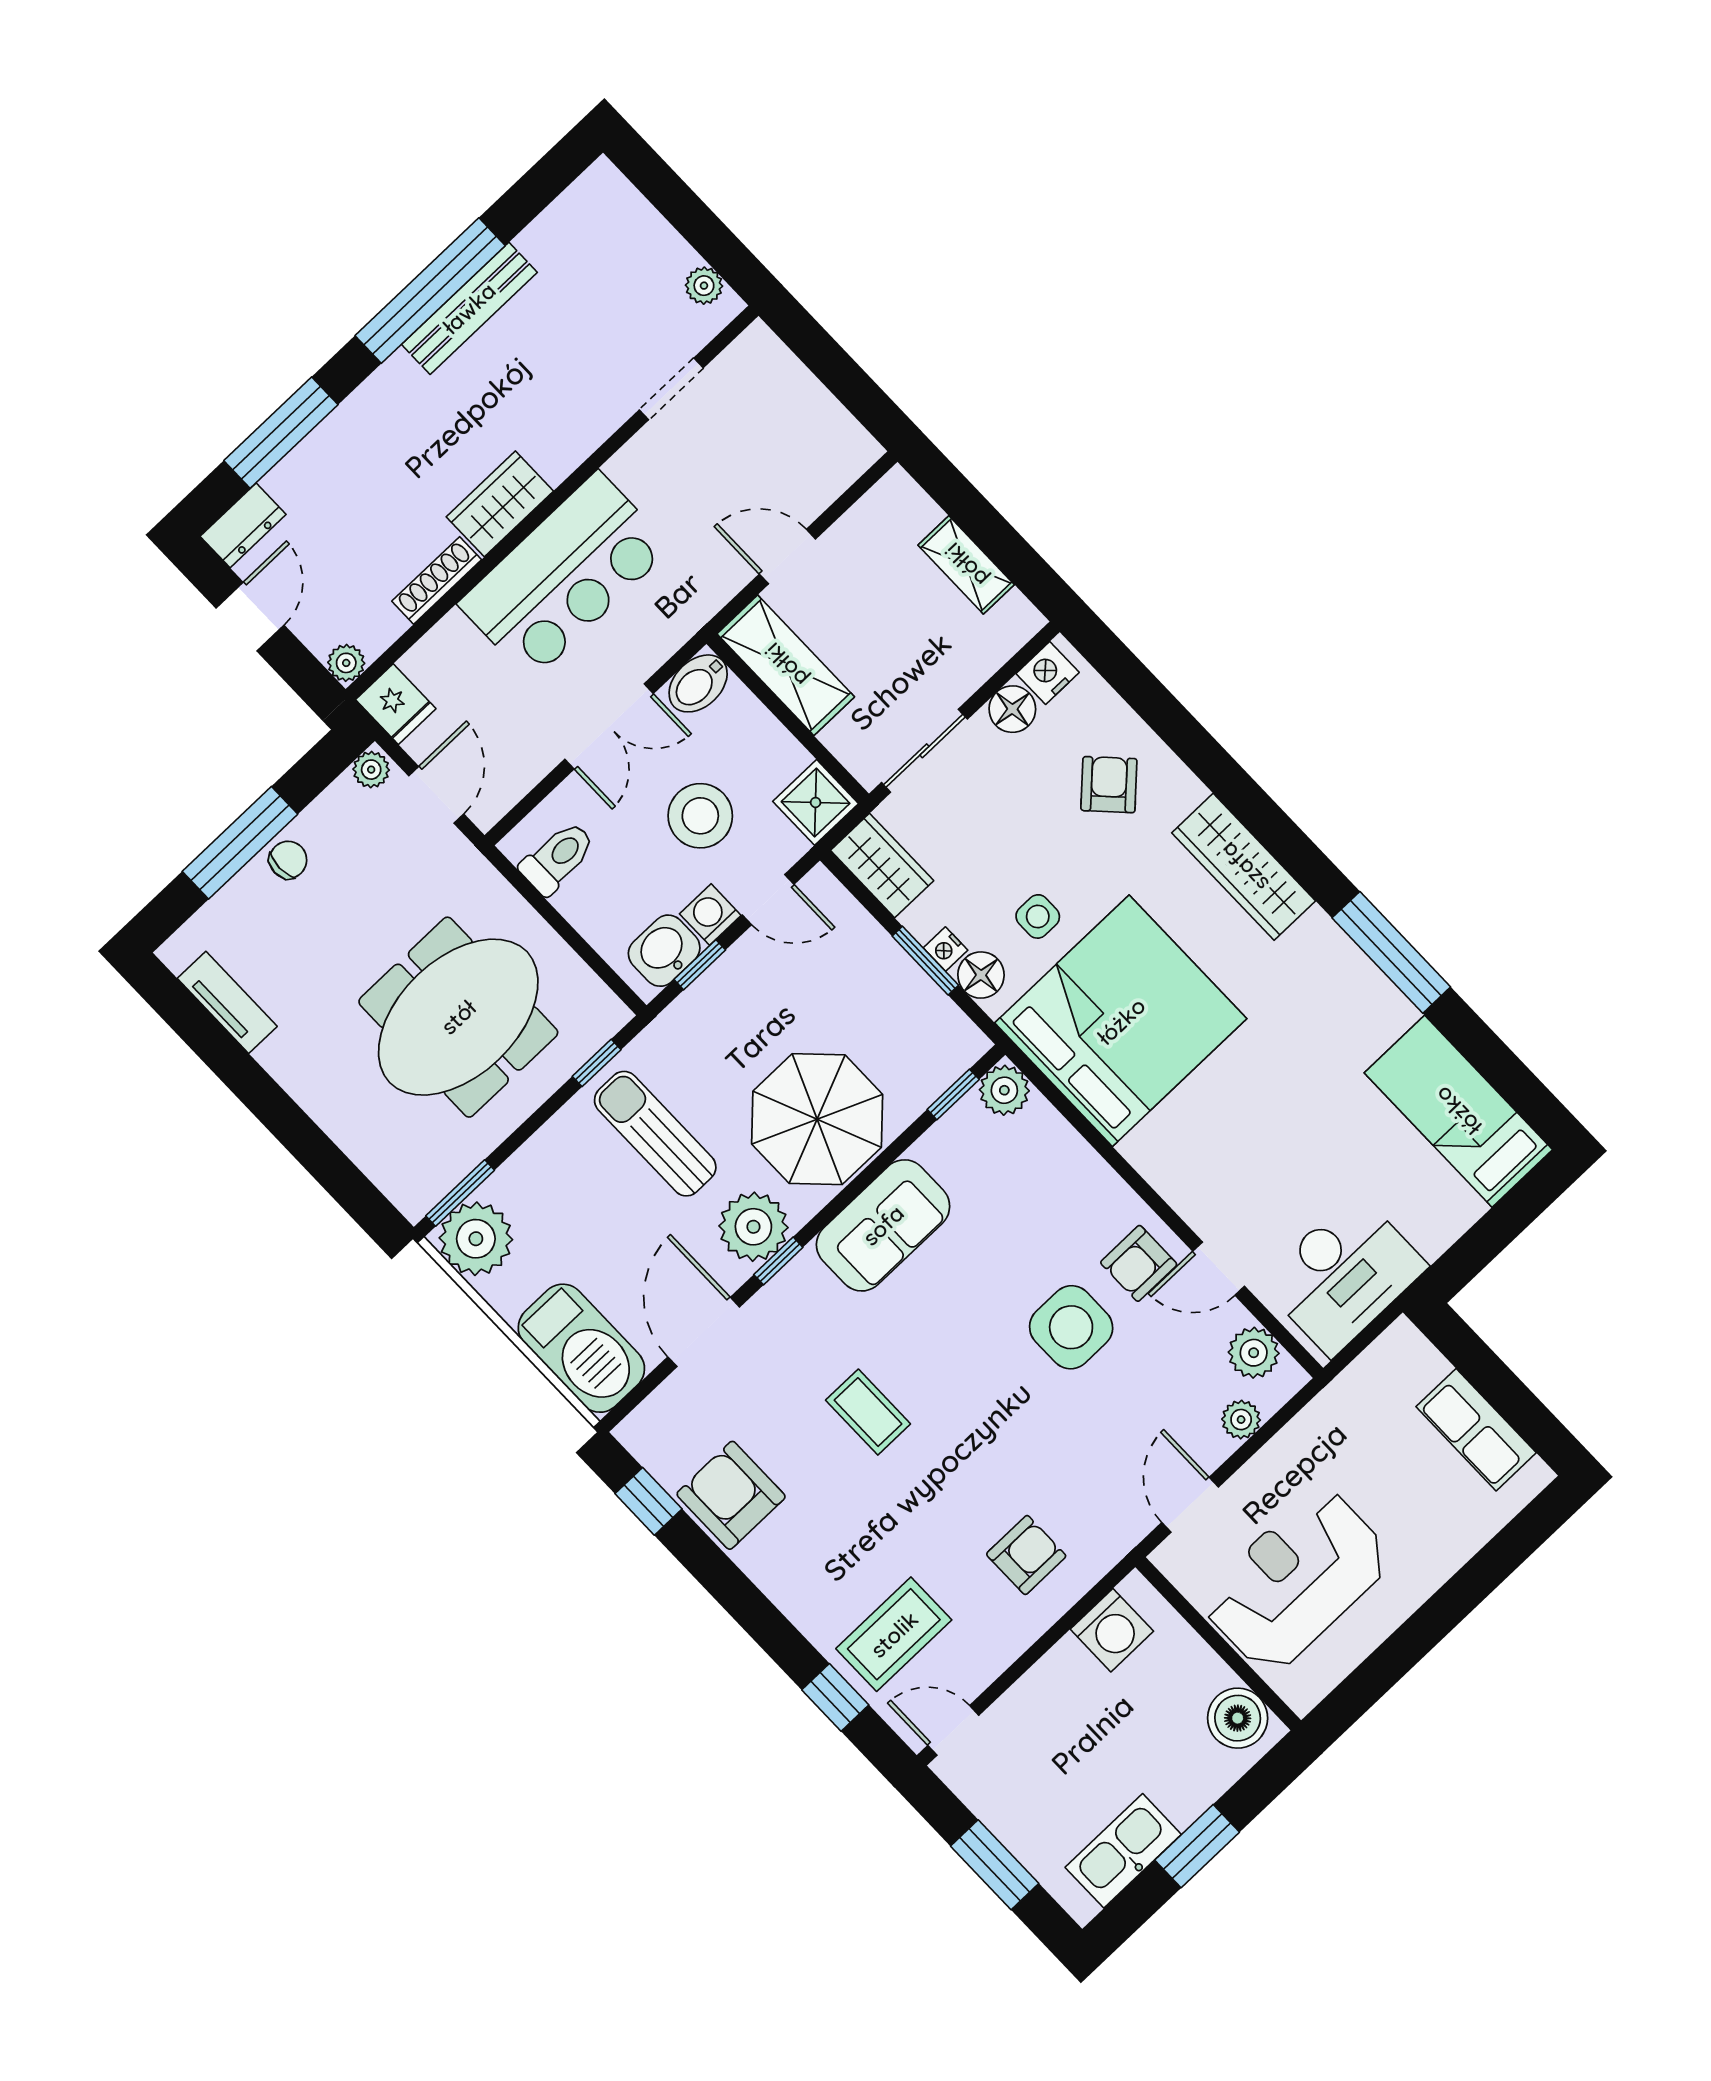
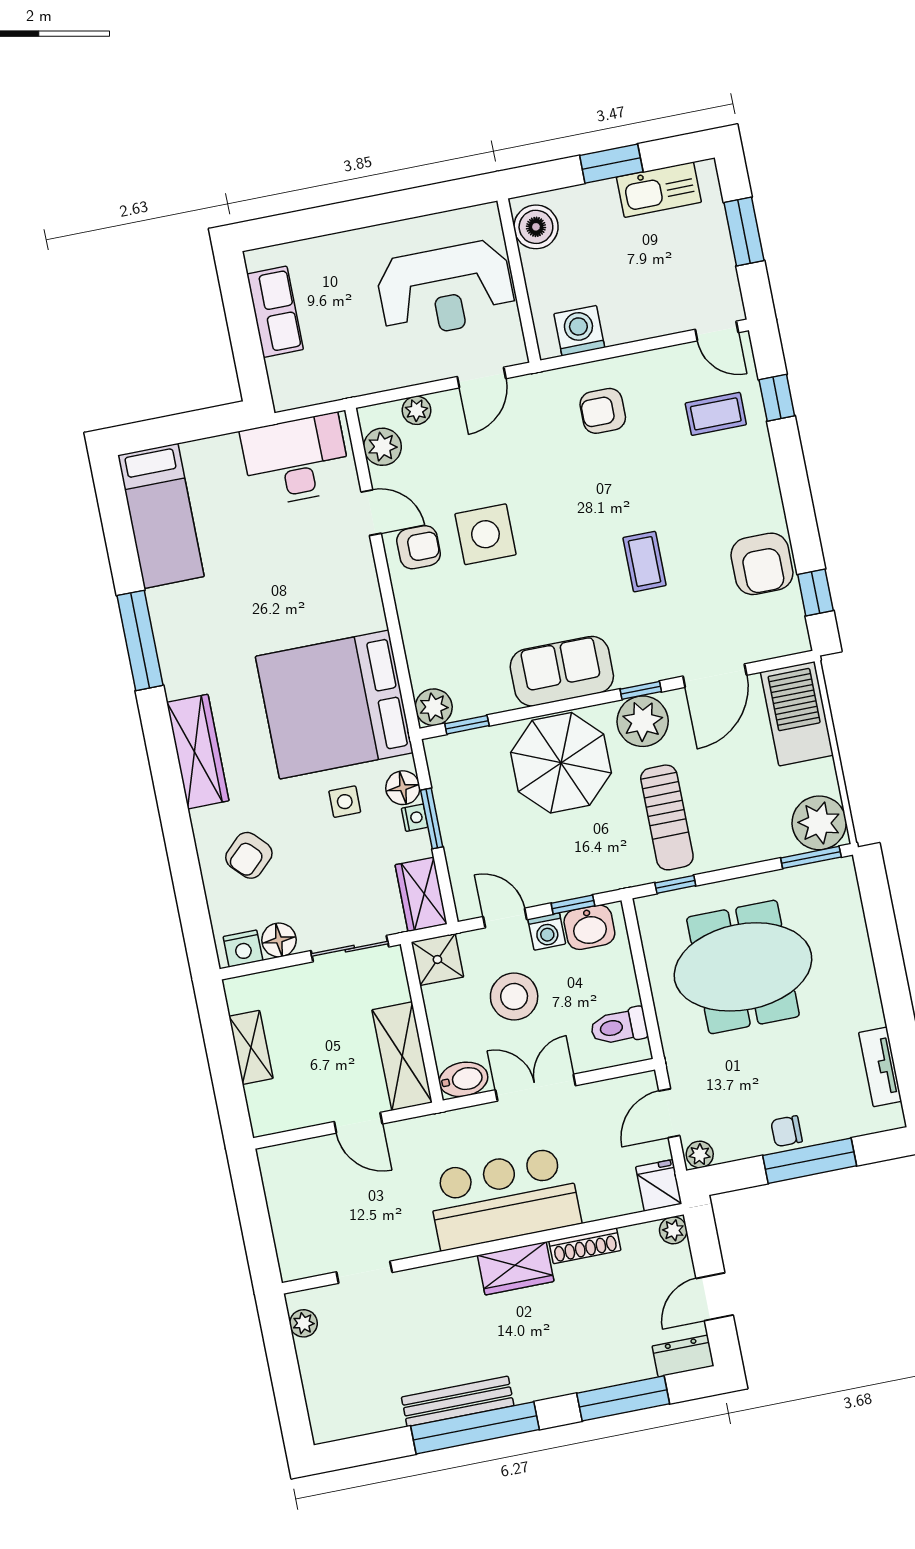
coffee table: (894, 1634) -> (716, 414), width x0.73, depth x0.77

